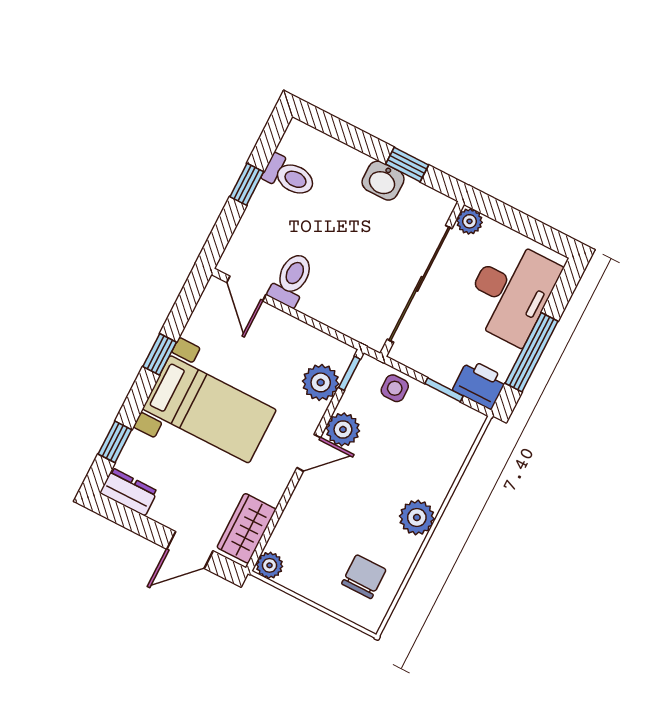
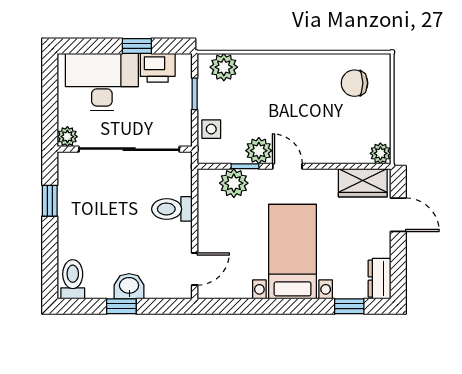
toilet: (289, 176) -> (73, 279), moved
washbasin: (383, 181) -> (129, 286), moved, turned -90
toilet: (292, 279) -> (172, 209), moved
window: (532, 352) -> (137, 46), width x0.46
window: (160, 354) -> (272, 306), removed
window: (349, 373) -> (245, 166), moved
printer: (480, 384) -> (158, 68), moved, turned -90
plant: (417, 517) -> (224, 67), moved

